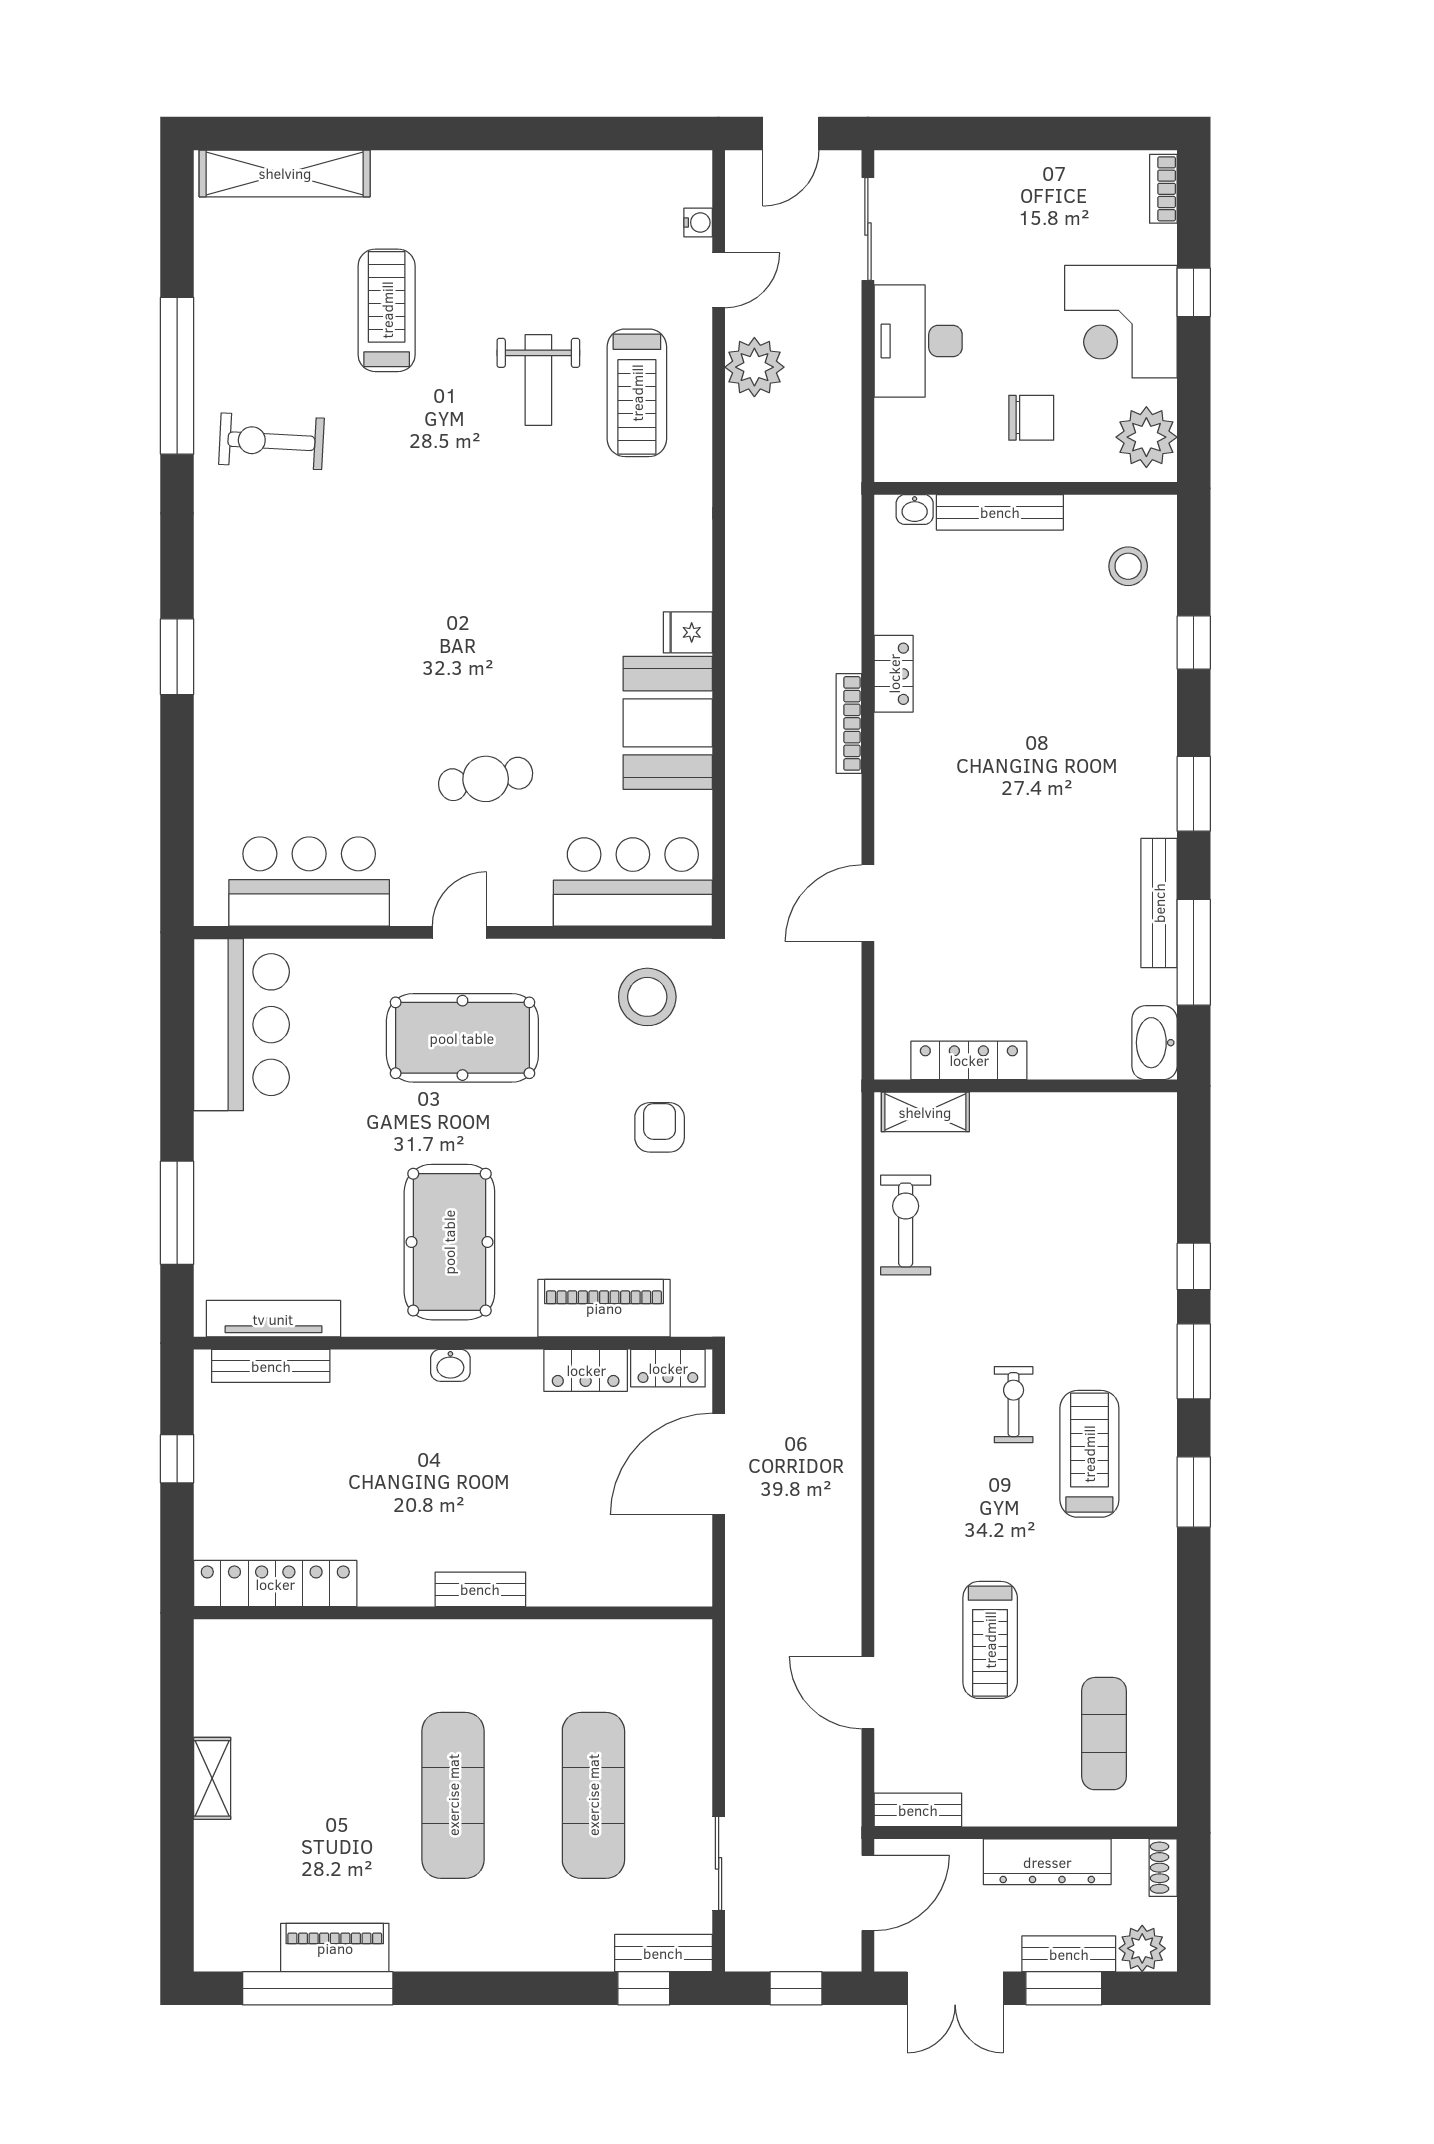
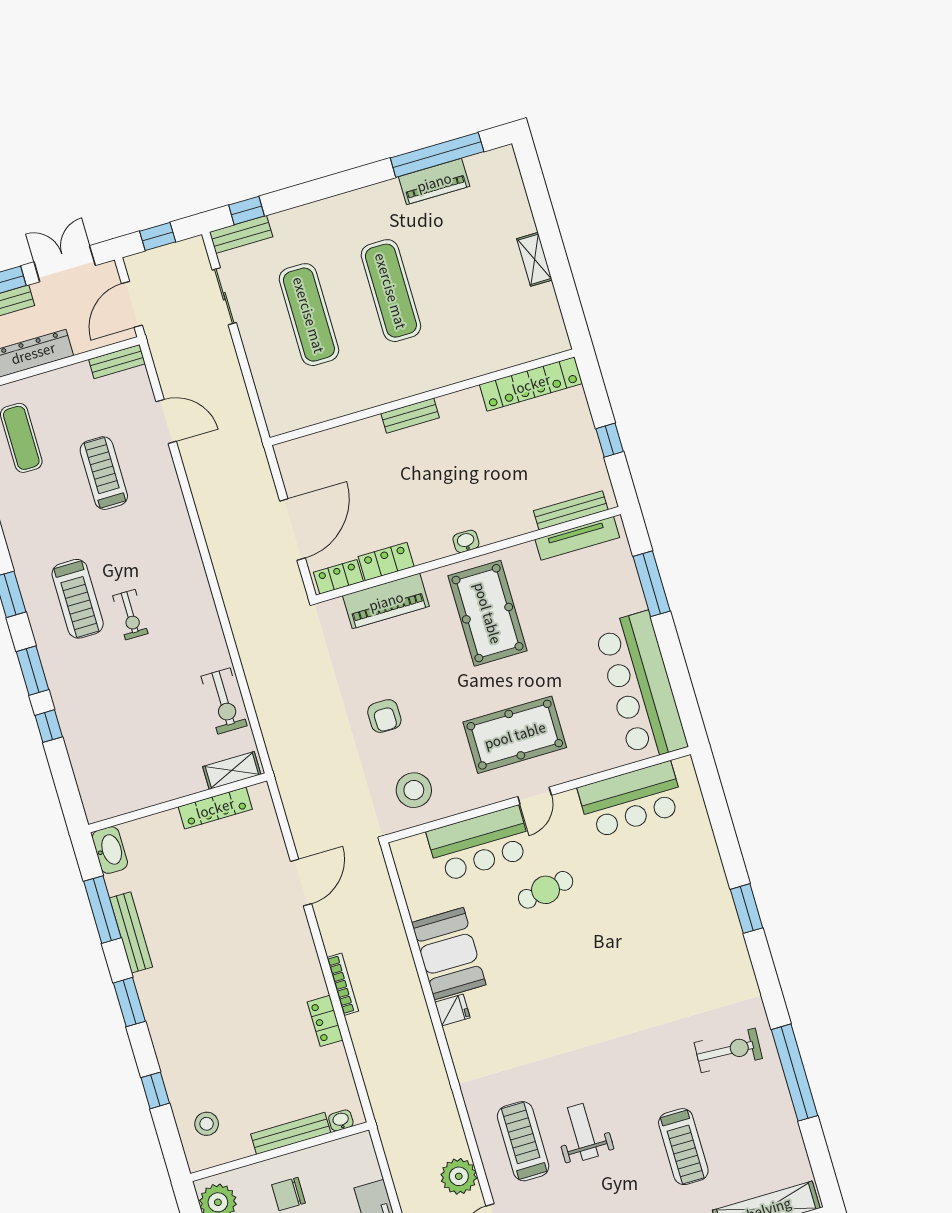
bar counter: (633, 882) -> (480, 844), moved
bar counter: (241, 1025) -> (641, 686), width x1.36

